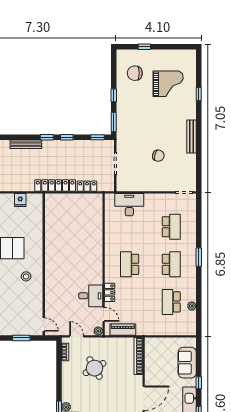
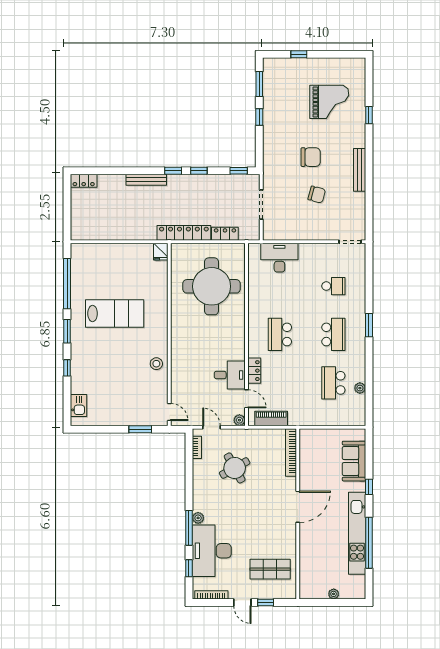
chair: (135, 73) -> (311, 157), moved, turned 180
window: (114, 122) -> (259, 84), moved
fridge: (20, 200) -> (161, 252), moved
round table: (77, 227) -> (212, 286), added
school desk: (171, 227) -> (333, 286), width x0.54
stool: (26, 276) -> (156, 364), moved

